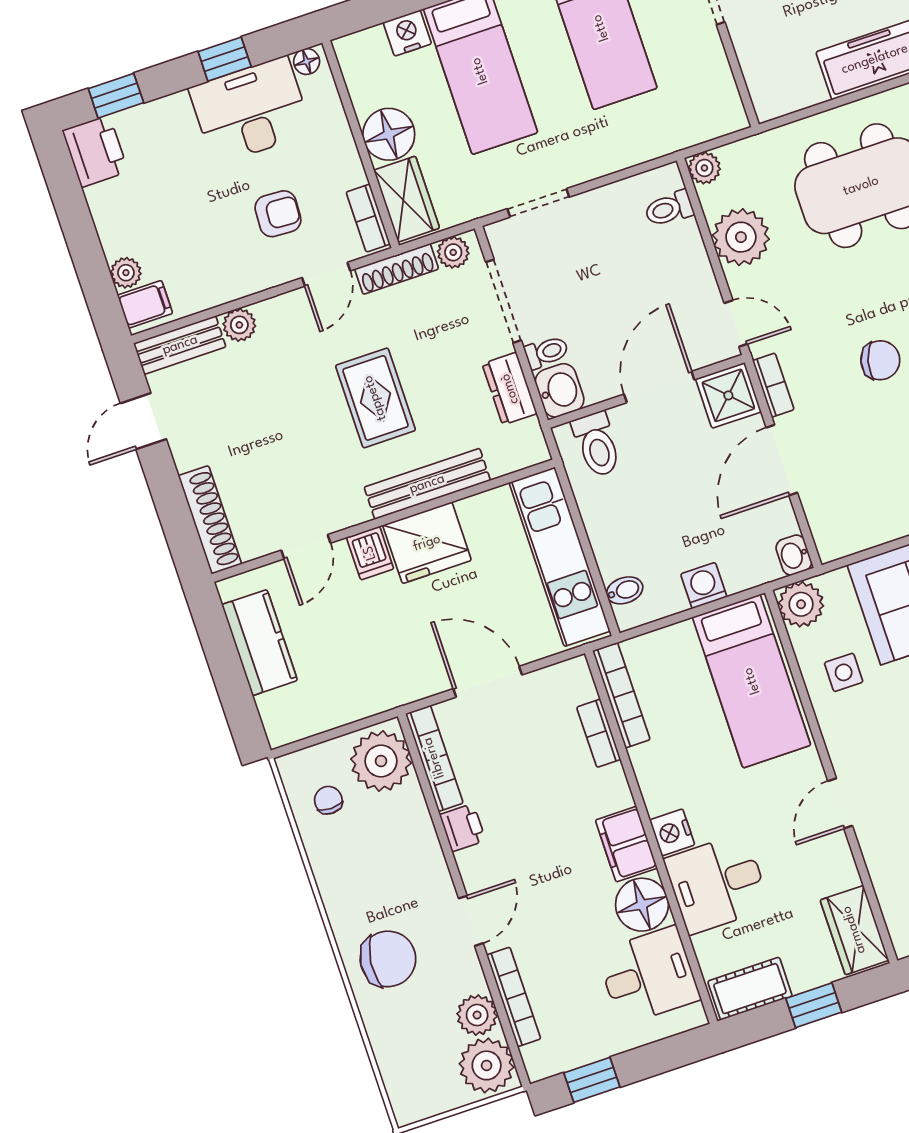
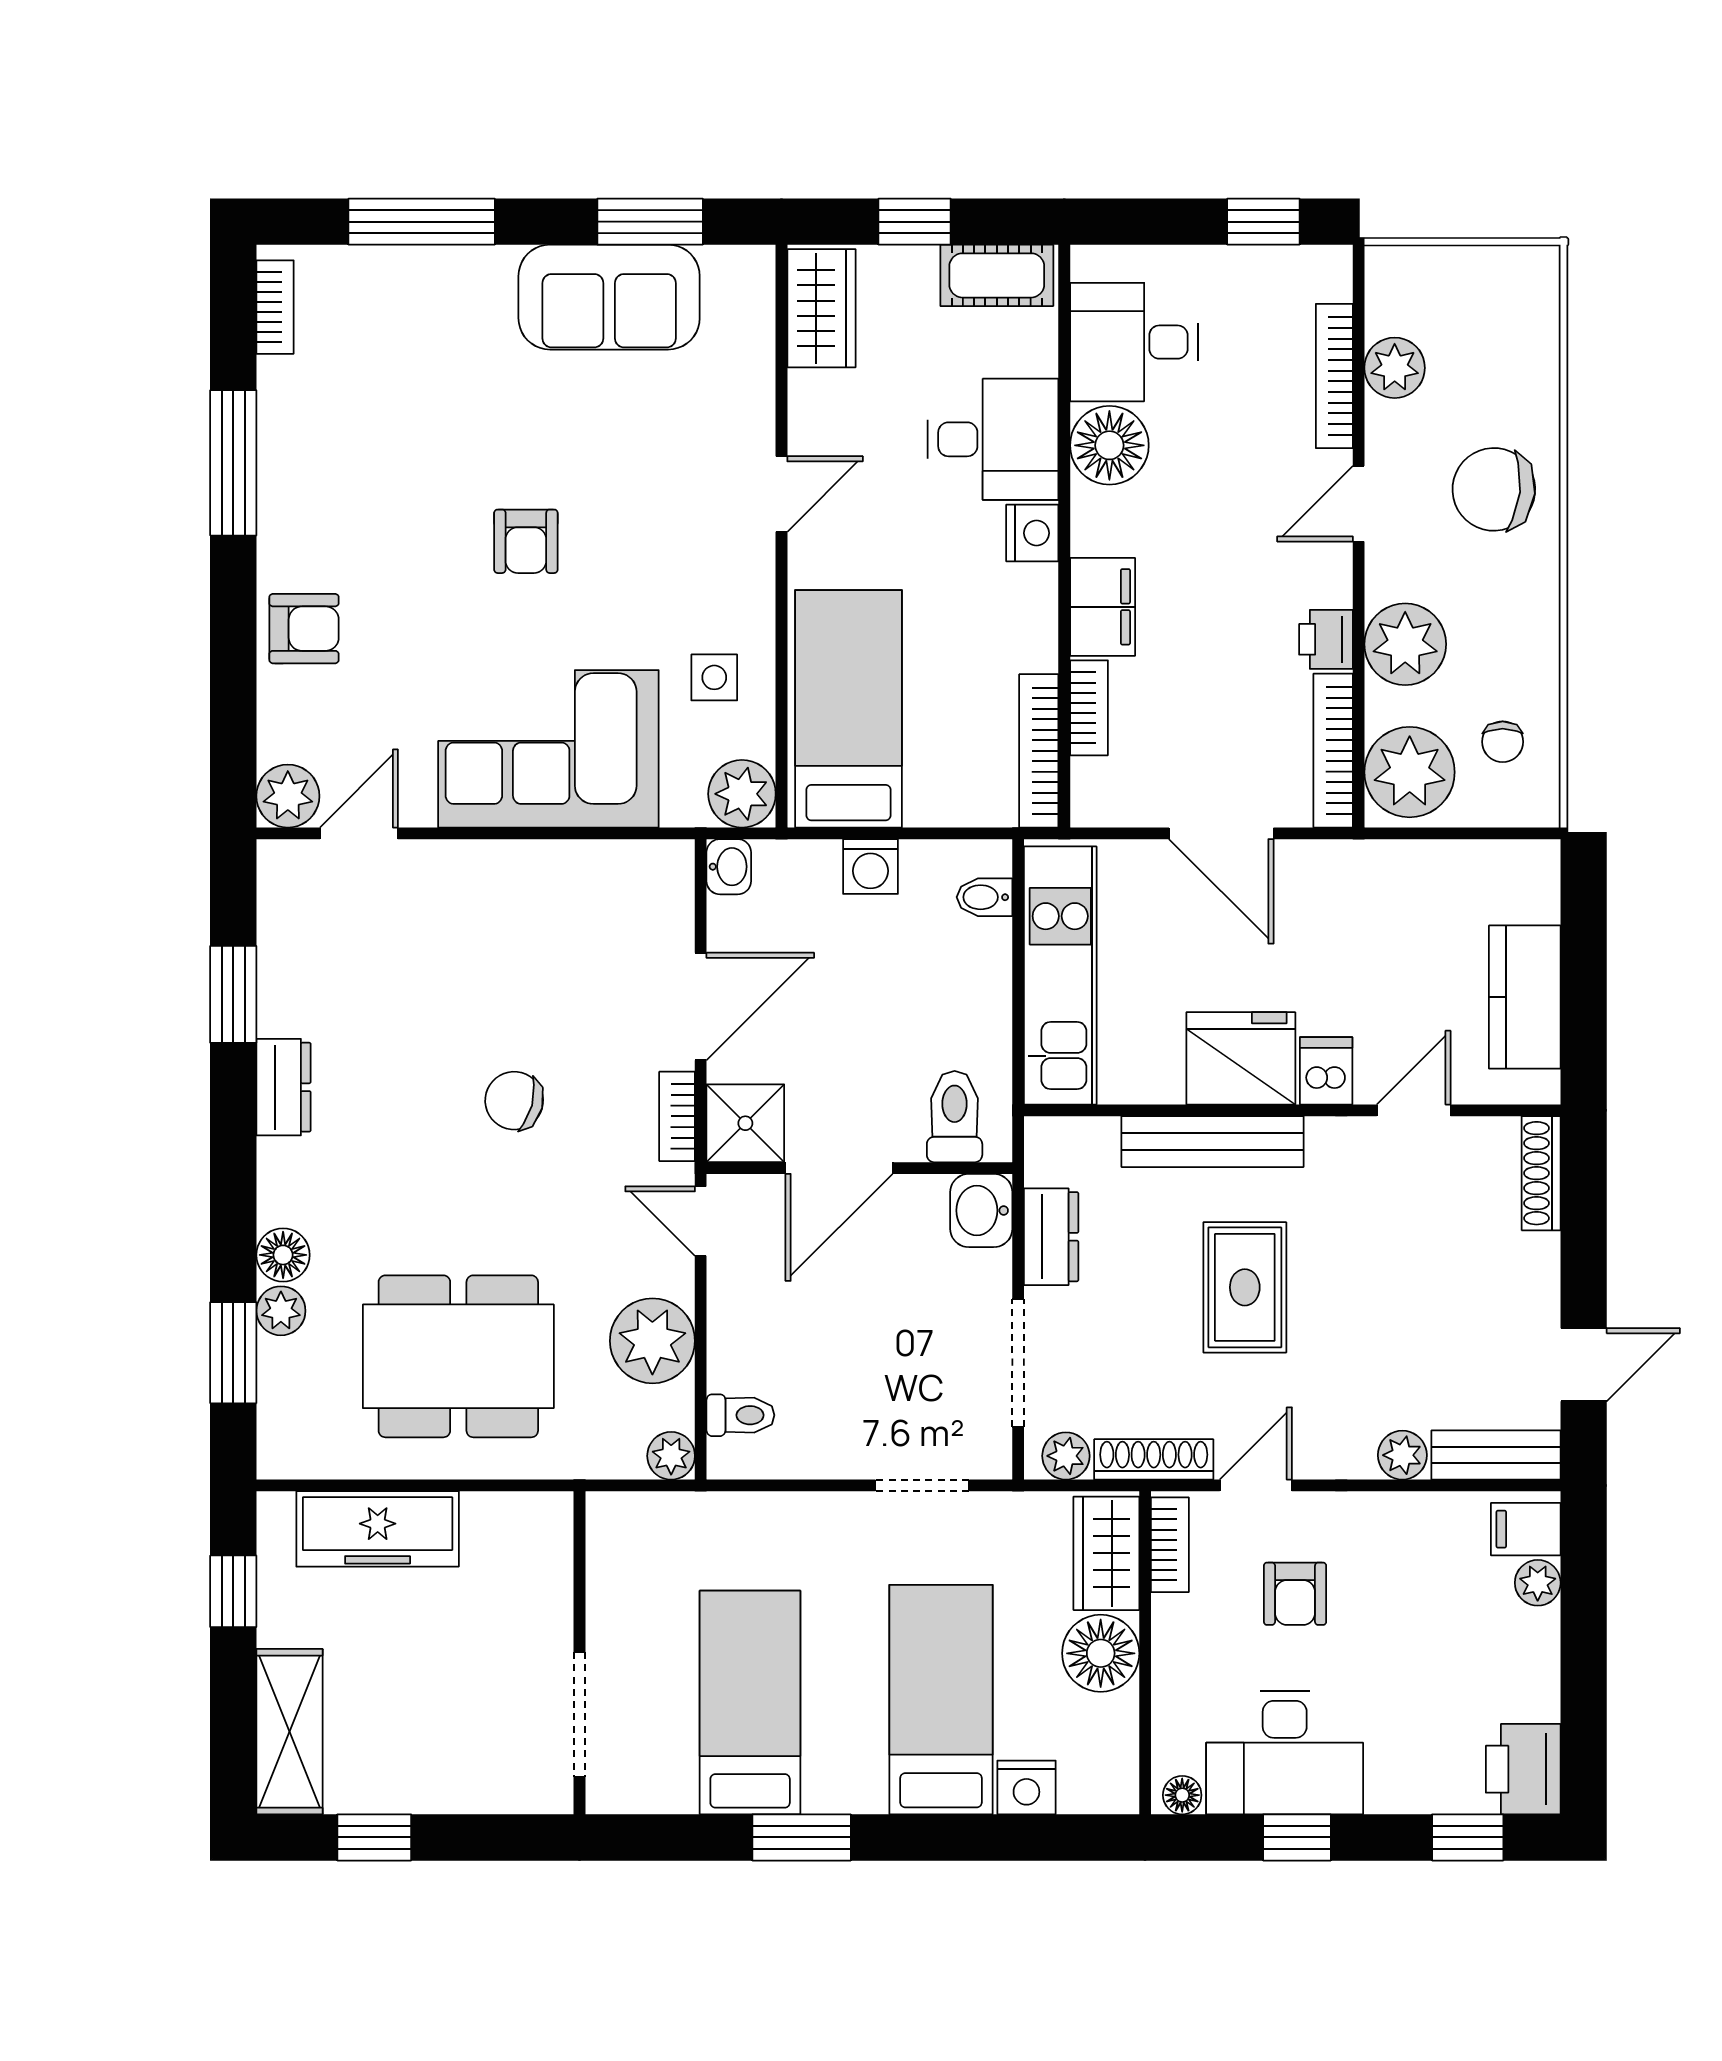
armchair: (278, 214) -> (1295, 1594), turned -93
toilet: (546, 352) -> (982, 1271), removed
shoe rack: (210, 520) -> (1541, 1173), width x0.74, depth x0.81
filing cabinet: (626, 844) -> (1103, 607), moved
plant: (487, 1065) -> (1405, 644), moved

